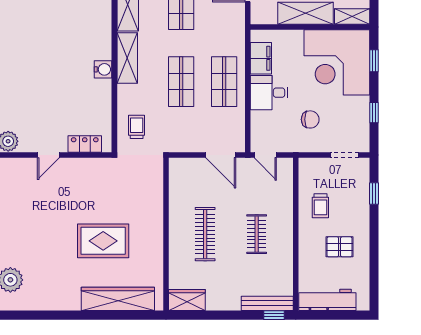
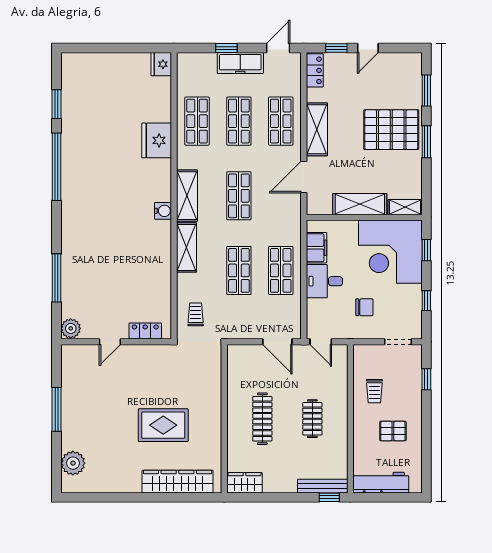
water cooler: (103, 69) -> (163, 211), moved

